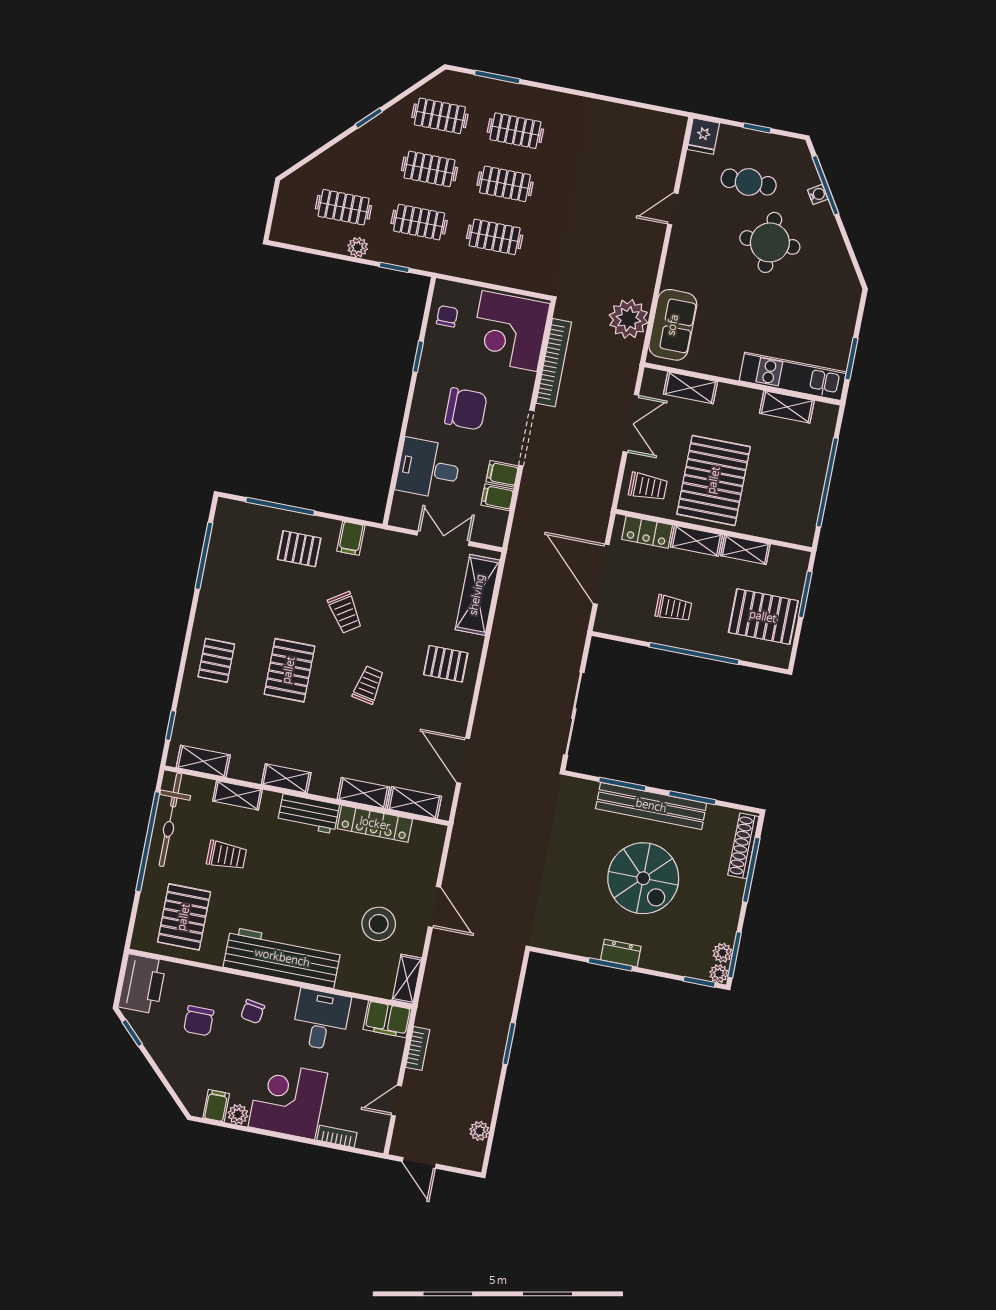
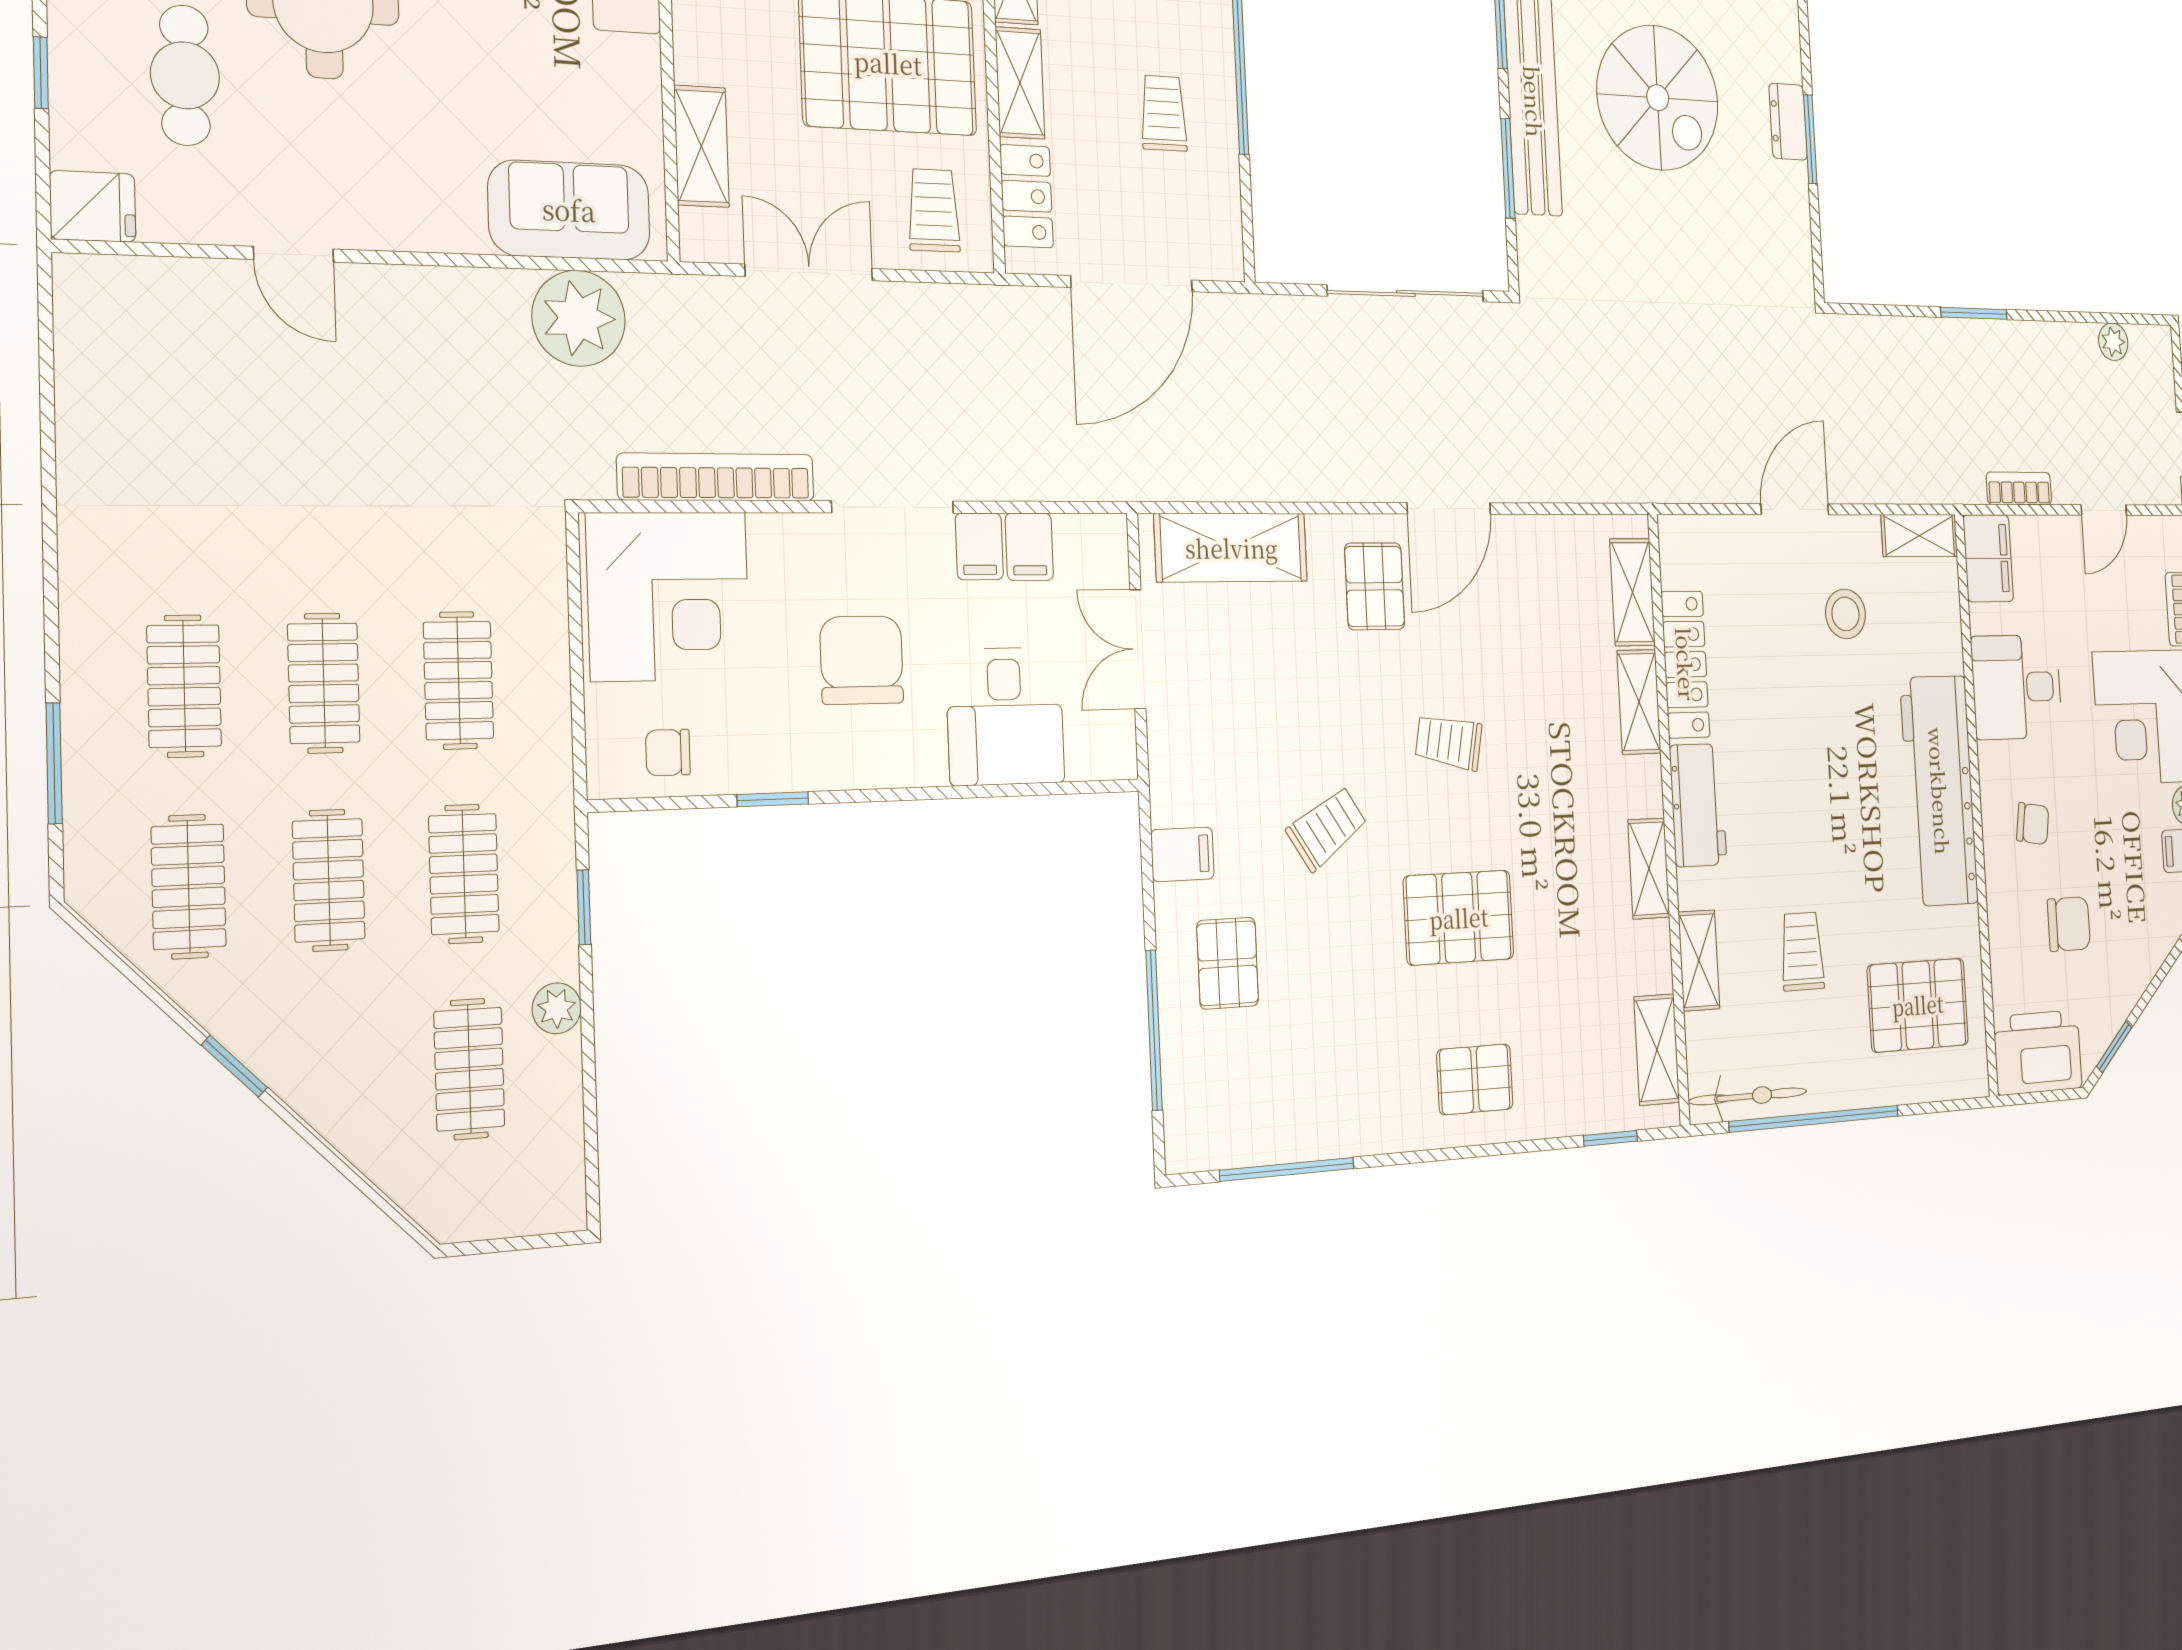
door: (463, 761) -> (1449, 508), moved
bicycle: (170, 820) -> (1748, 1096), width x0.73, depth x0.71
spiral stairs: (643, 878) -> (1658, 98), turned 90
stool: (379, 924) -> (1845, 614), width x0.73, depth x0.73
door: (396, 1101) -> (2104, 510), hinge flipped

